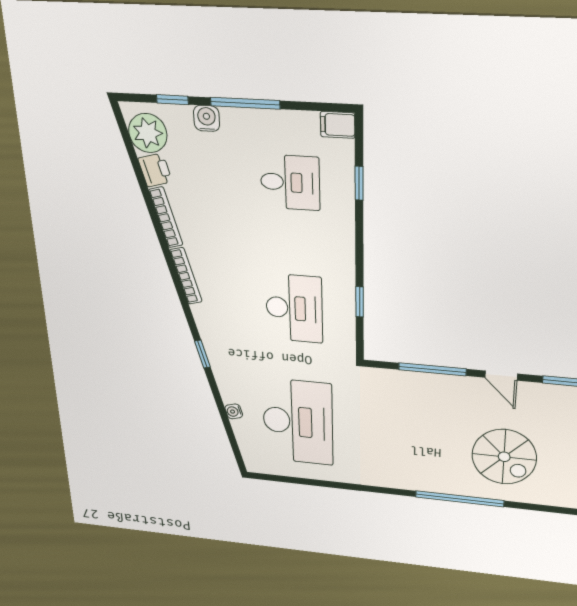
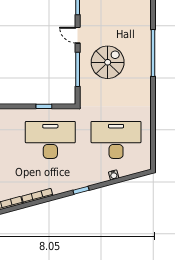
desk: (294, 308) -> (50, 140), width x1.36, depth x1.30
door: (501, 376) -> (78, 35), swing flipped
spiral stairs: (504, 457) -> (108, 62), moved

